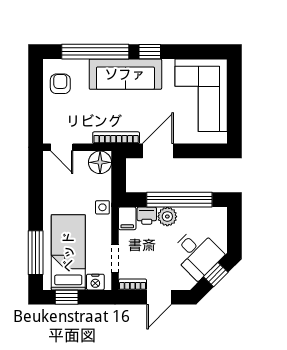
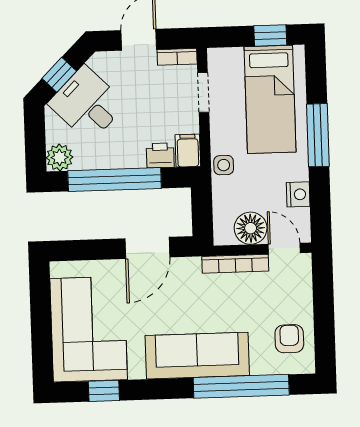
window: (150, 52) -> (104, 391), moved
armchair: (60, 84) -> (289, 339), turned 180
bookcase: (116, 138) -> (235, 264), moved
floor lamp: (100, 162) -> (251, 228), moved
plant: (167, 217) -> (60, 157), moved
window: (36, 253) -> (318, 135), moved
nightstand: (95, 282) -> (298, 194), moved, turned 90

